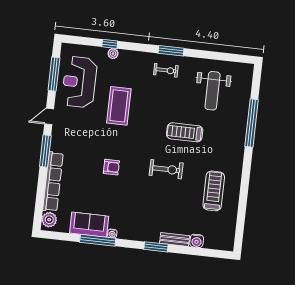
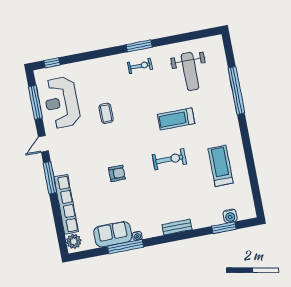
window: (110, 44) -> (52, 63), moved
plant: (113, 54) -> (85, 66), removed
coffee table: (119, 106) -> (106, 113), width x0.54, depth x0.58
bench: (175, 239) -> (177, 227), moved
water cooler: (197, 241) -> (230, 216), moved
window: (156, 247) -> (224, 228), moved

